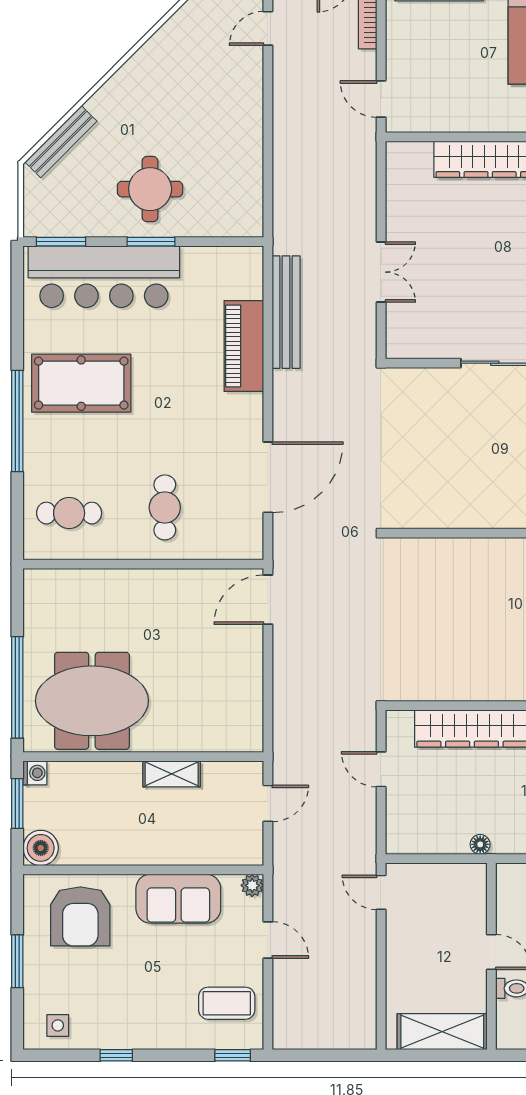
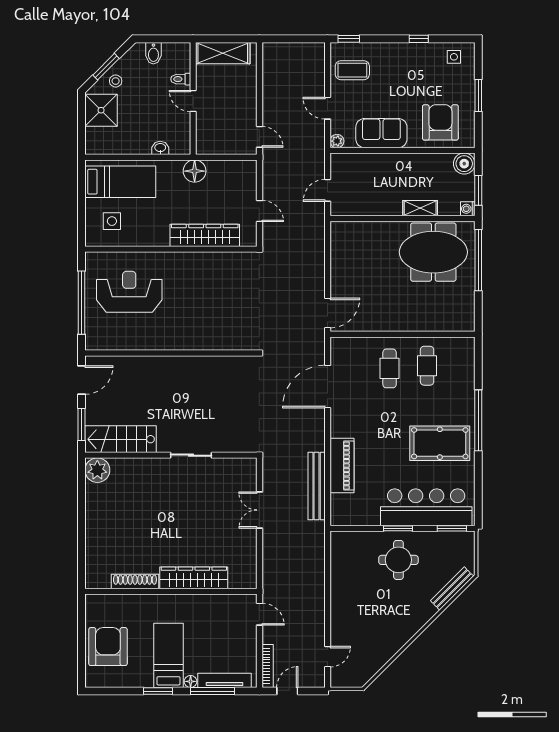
cafe table: (69, 513) -> (427, 366), moved, turned 90
shelving: (172, 774) -> (420, 208), moved
floor lamp: (480, 844) -> (195, 171), width x1.89, depth x1.89

